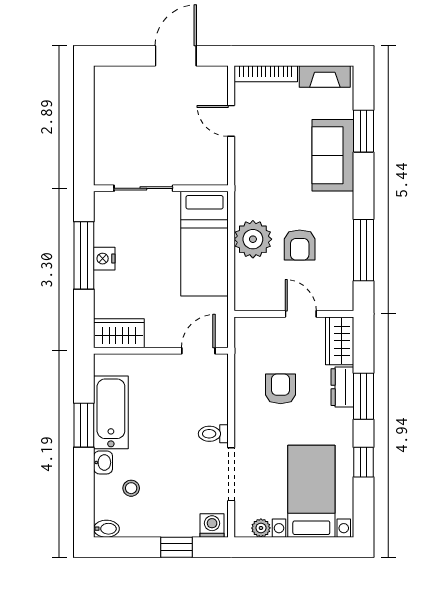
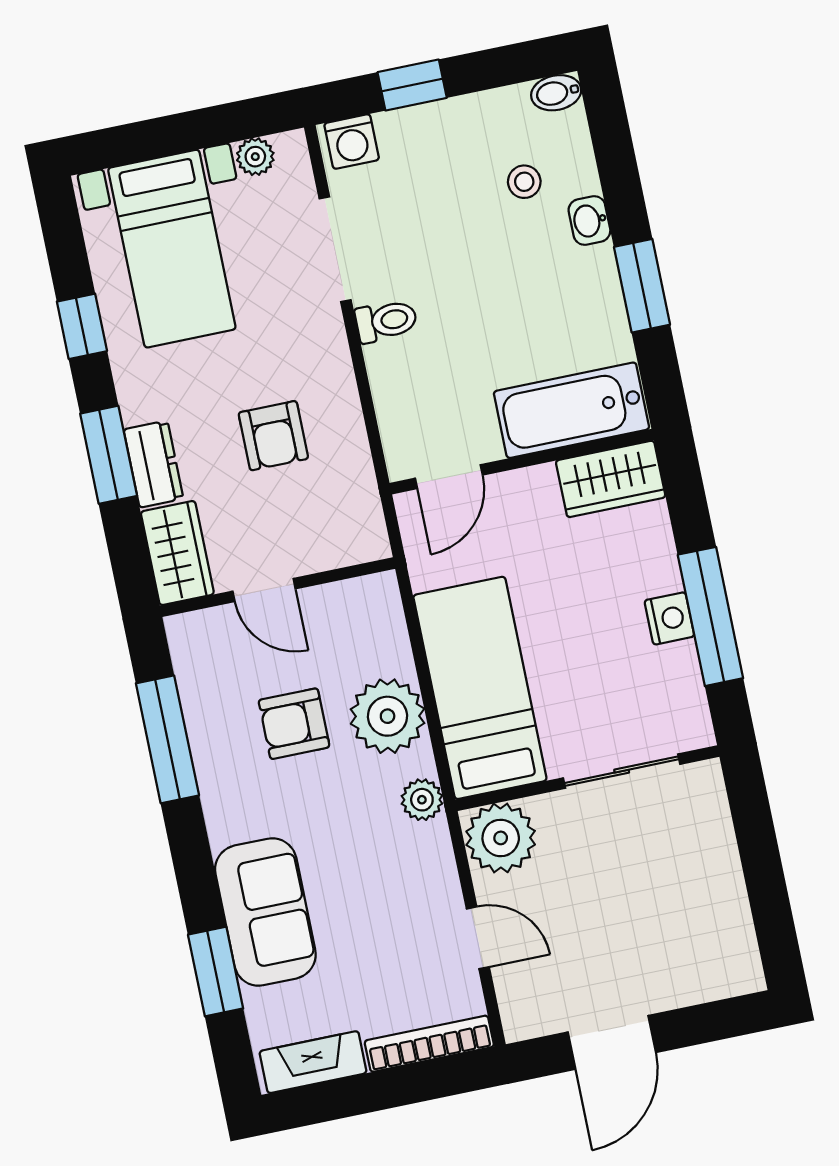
plant: (210, 168) -> (501, 838), added
plant: (244, 195) -> (422, 800), added
armchair: (300, 245) -> (294, 724), turned -90
bathtub: (111, 412) -> (571, 410), moved, turned 90

